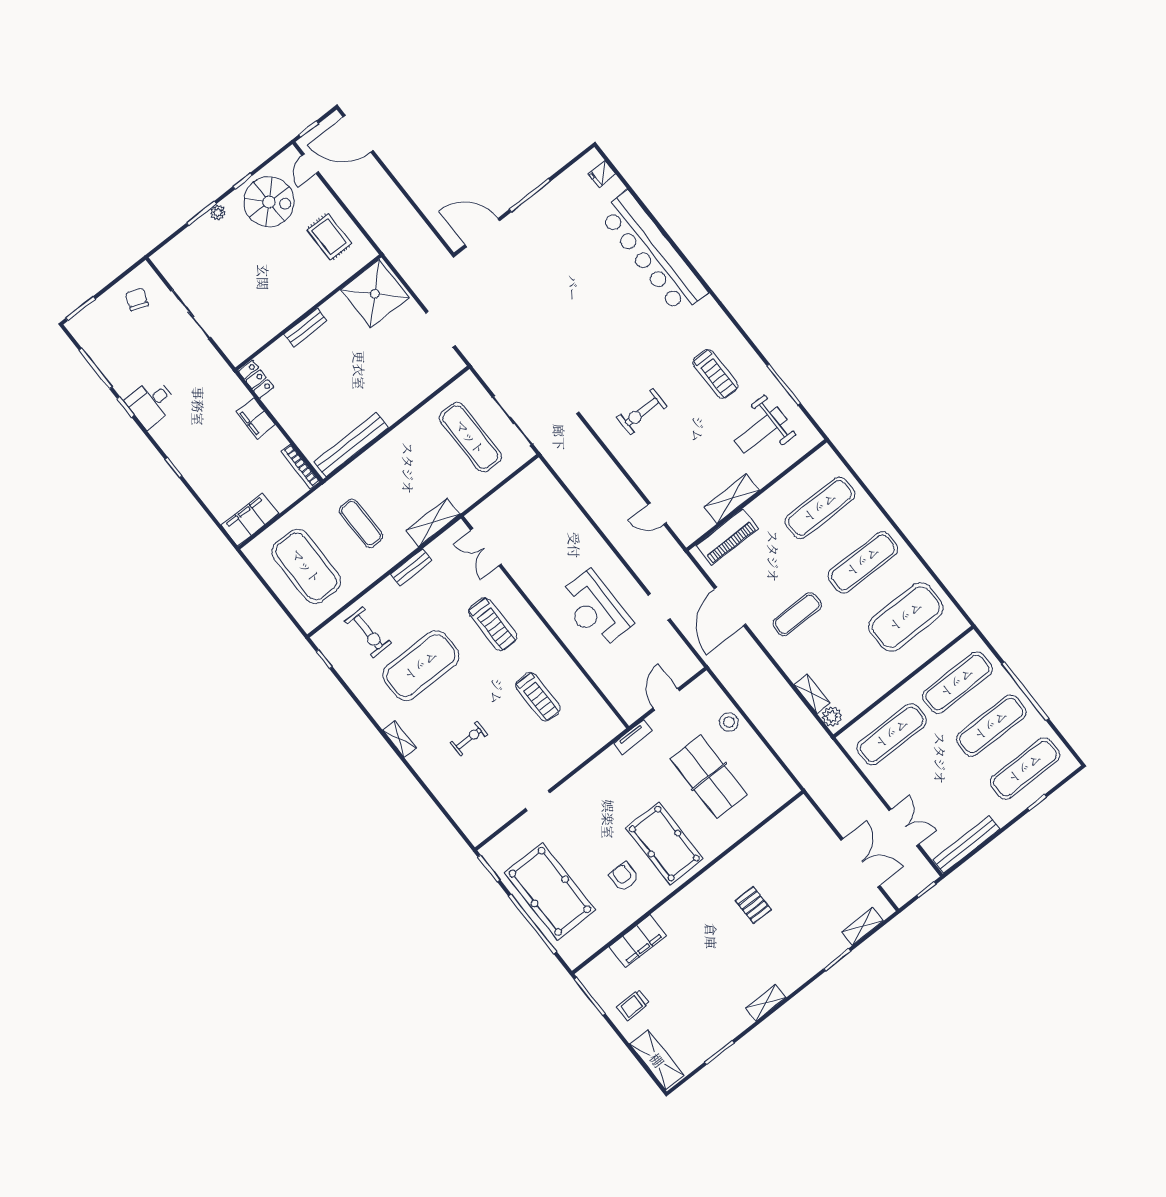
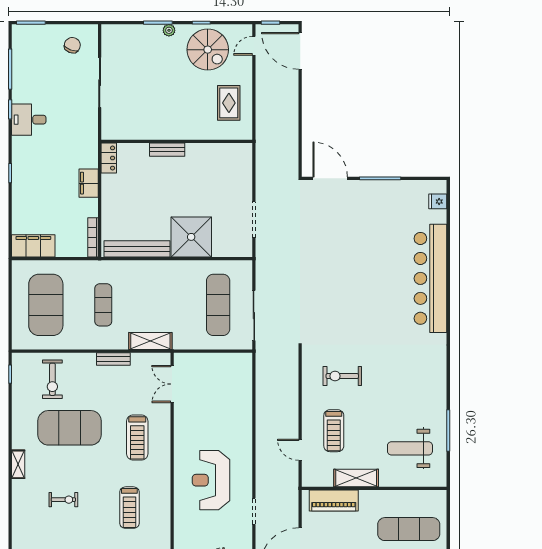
shower: (375, 294) -> (191, 237), moved
treadmill: (715, 374) -> (334, 431), moved

